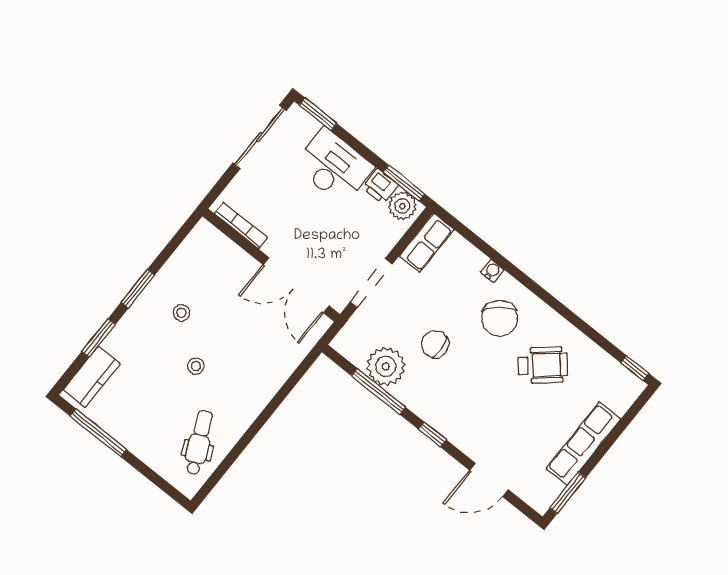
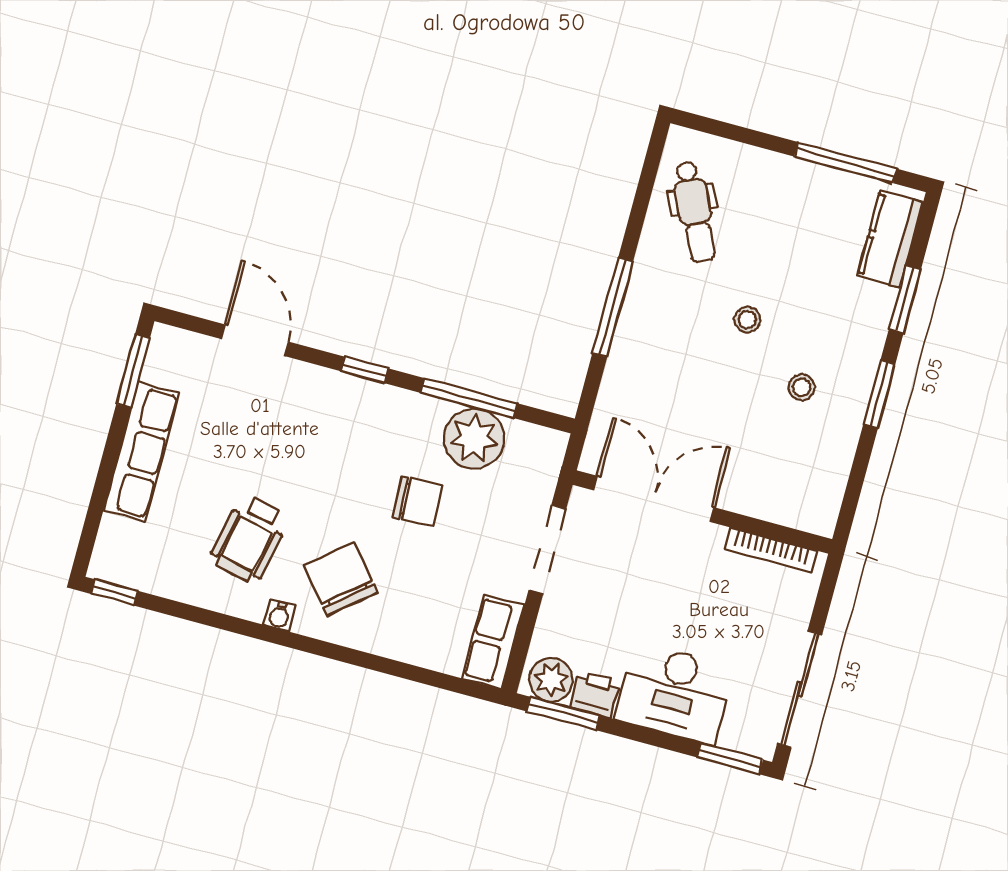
water cooler: (492, 271) -> (280, 615), moved
wheelchair: (543, 365) -> (249, 539), turned -37
window: (271, 408) -> (613, 307), added
door: (489, 480) -> (255, 340), hinge flipped

